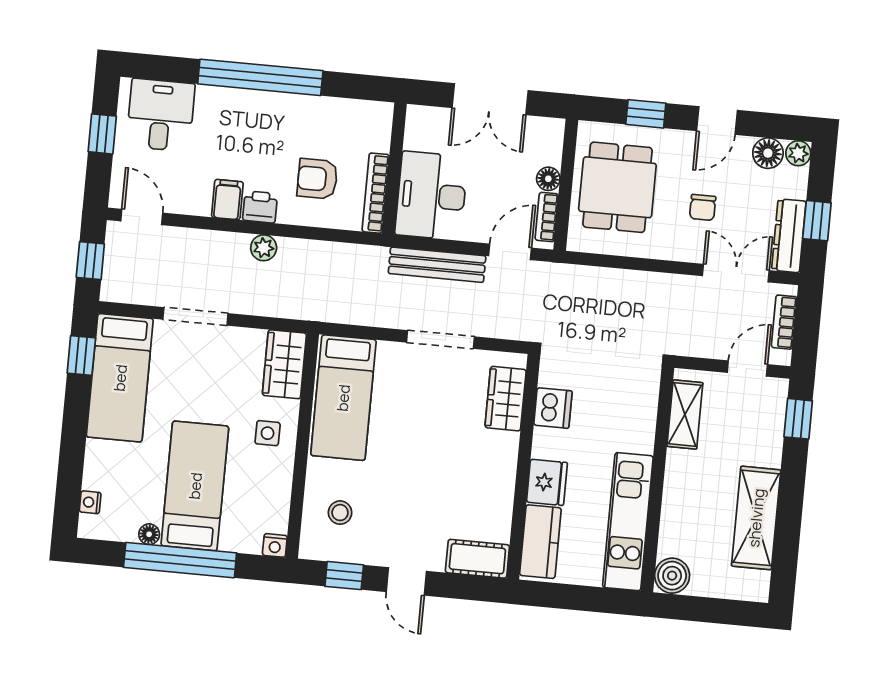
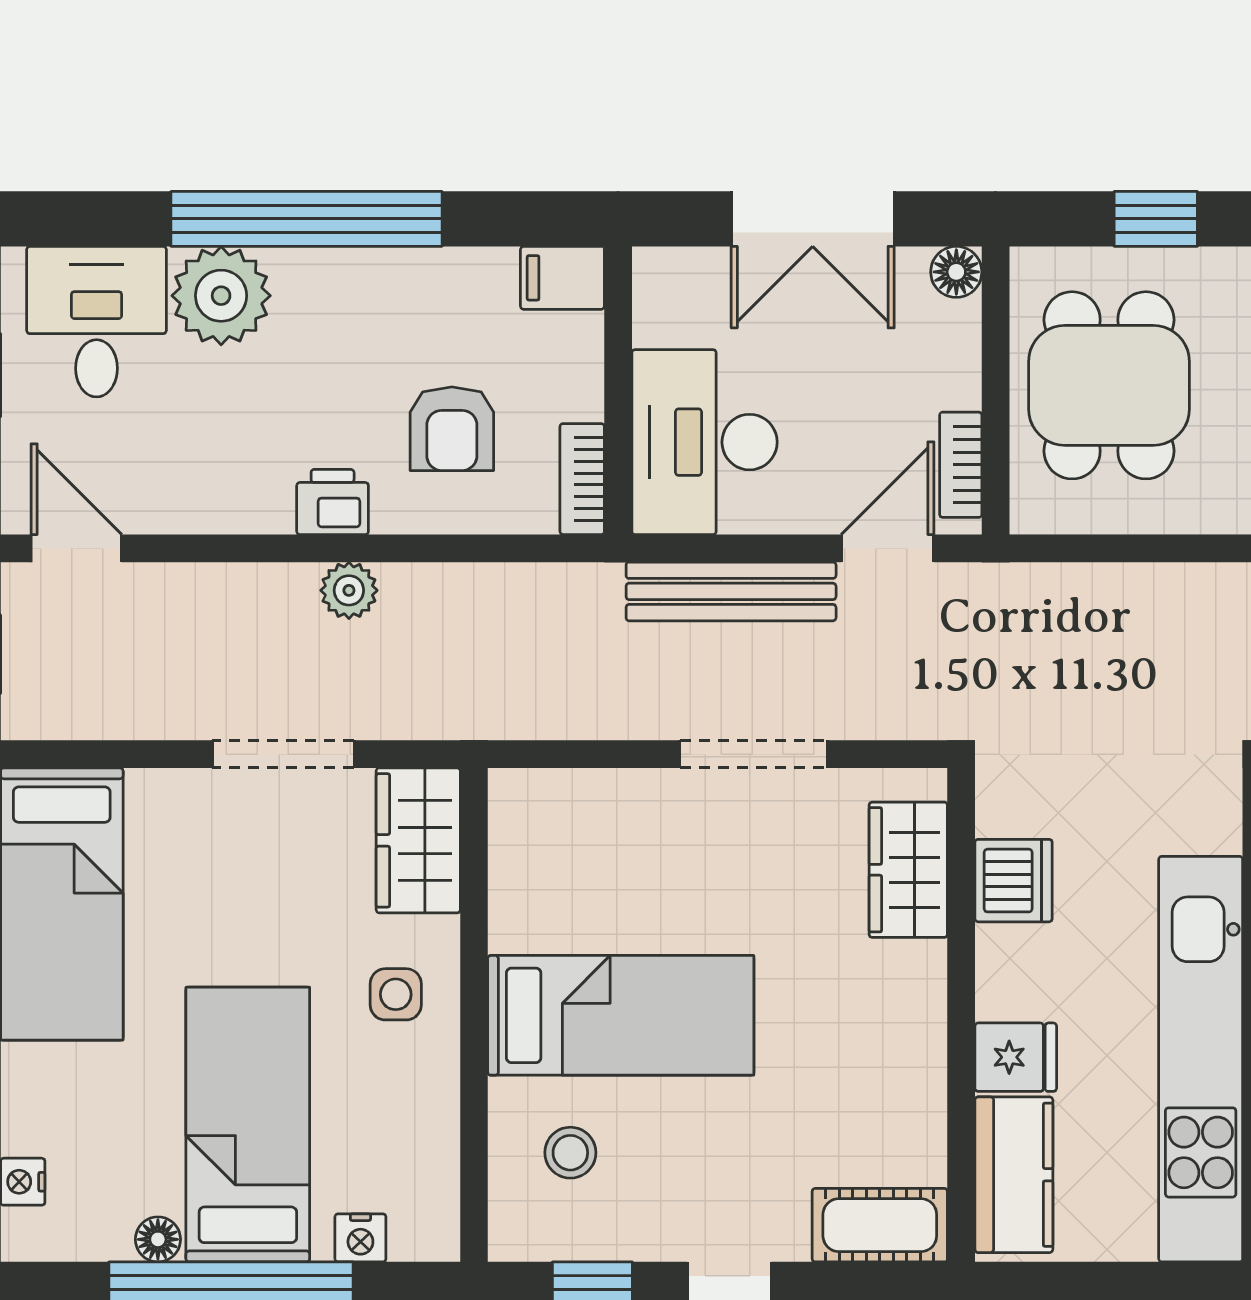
plant: (218, 109) -> (221, 296), added
armchair: (317, 179) -> (452, 429), turned -90
floor lamp: (548, 179) -> (956, 272), moved
bookcase: (376, 193) -> (582, 479), width x0.64
filing cabinet: (227, 200) -> (562, 278), moved, turned -90
doorway: (195, 316) -> (283, 754), moved
bed: (343, 398) -> (621, 1015), moved, turned -90
fridge: (547, 482) -> (1016, 1057), width x0.72
kitchen unit: (628, 522) -> (1201, 1059), width x1.36
nightstand: (275, 545) -> (360, 1238), moved

